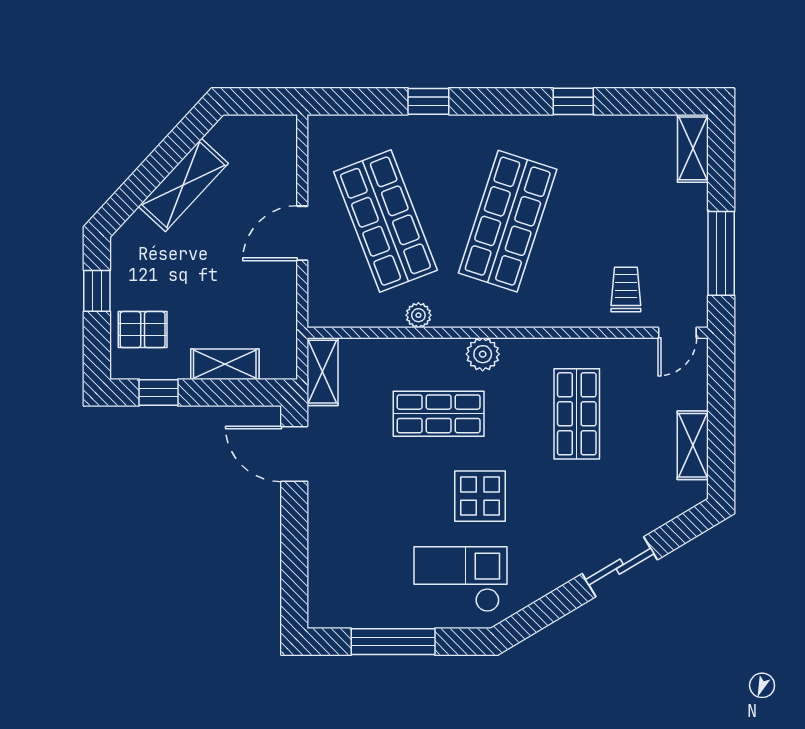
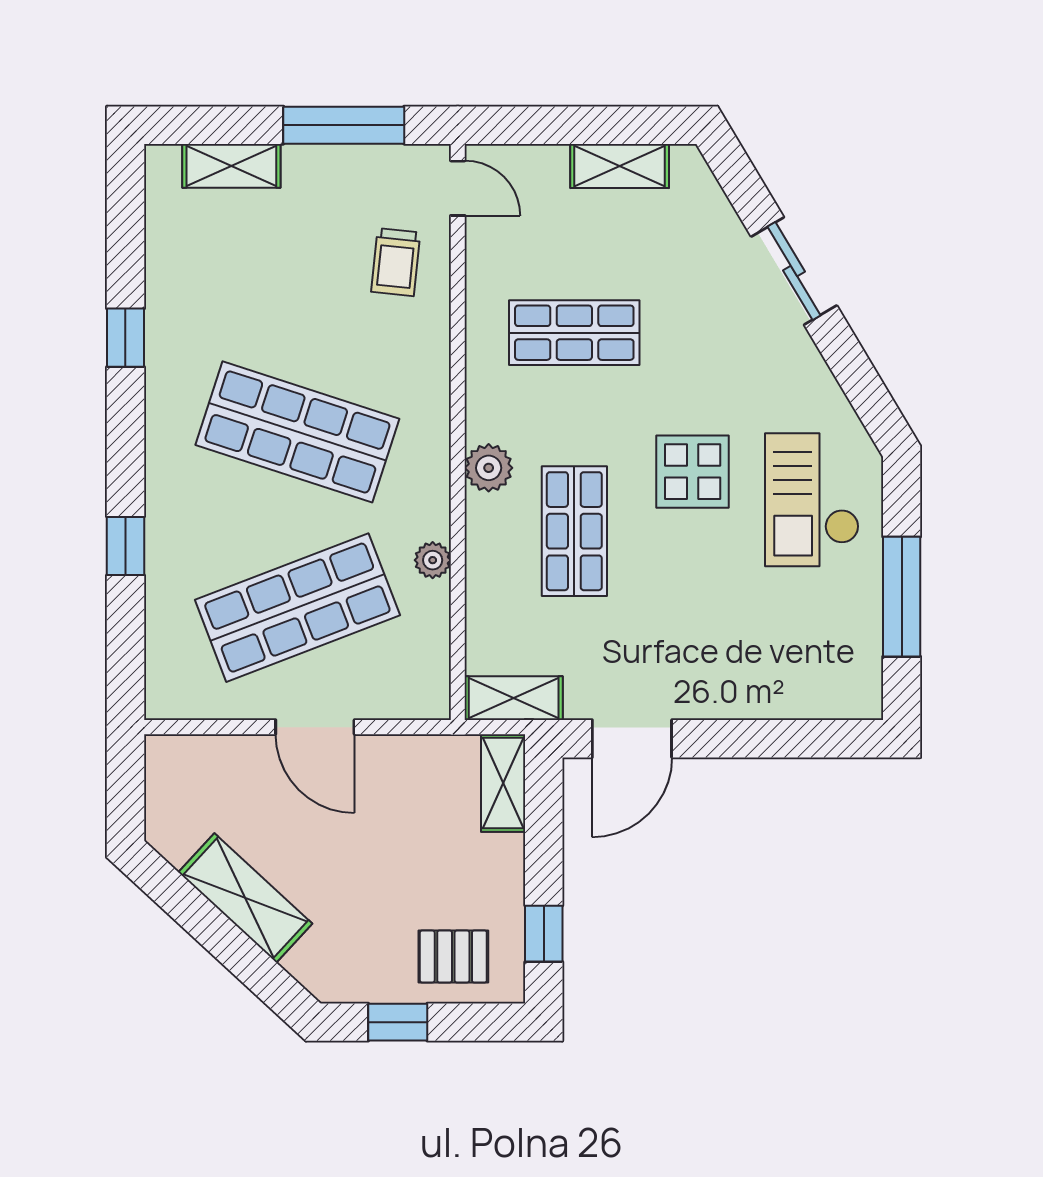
shelving: (693, 148) -> (231, 166), moved
trolley: (626, 290) -> (396, 262), turned -84
pallet: (143, 330) -> (453, 957), turned 90
shelving: (225, 364) -> (503, 783), moved

